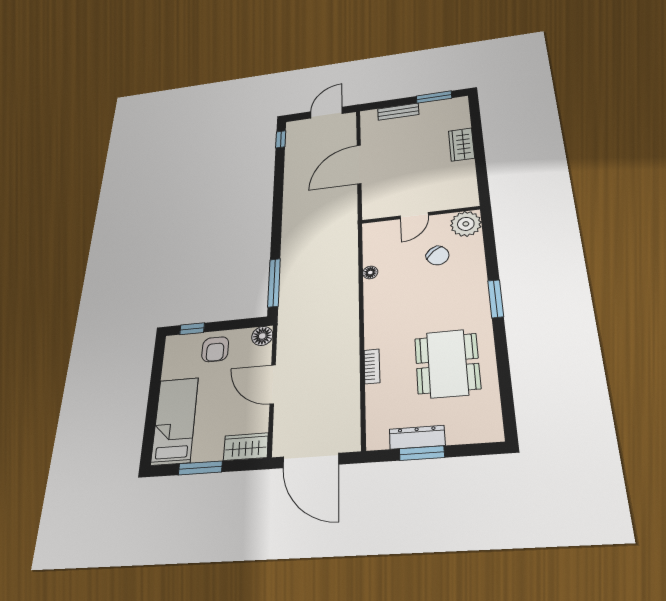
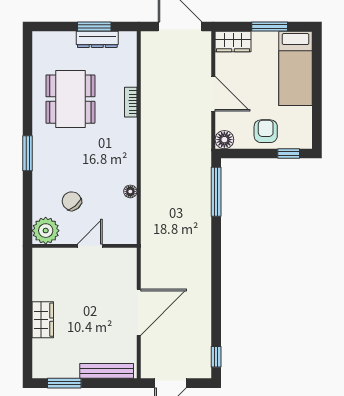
bench: (398, 112) -> (107, 371), width x1.36

